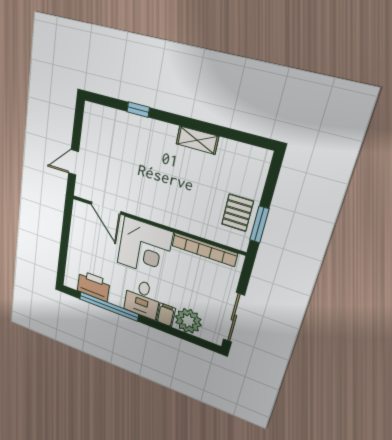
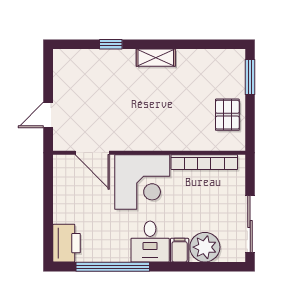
shelving: (197, 140) -> (156, 58), moved
window: (259, 225) -> (250, 77), moved
printer: (93, 286) -> (67, 243), moved, turned 90

